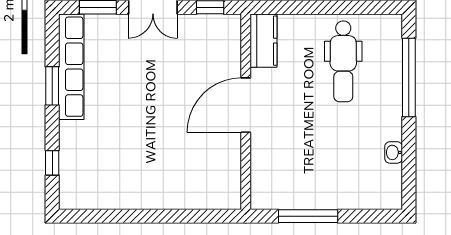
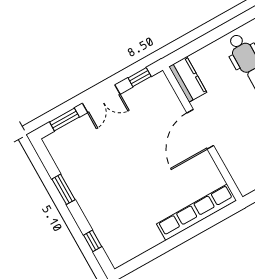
row of seats: (71, 67) -> (197, 212), moved, turned -90

